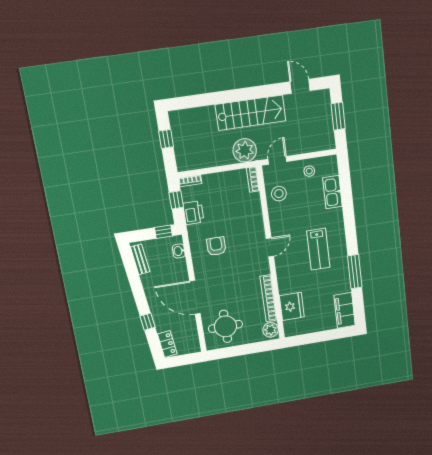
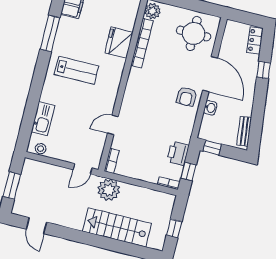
stairs: (251, 113) -> (117, 227), moved
stool: (309, 171) -> (41, 149), moved
stool: (279, 194) -> (93, 138), removed
armchair: (216, 246) -> (186, 96), moved
door: (270, 247) -> (113, 125), moved
lab bench: (318, 249) -> (77, 70), turned 90
washbasin: (179, 251) -> (210, 108), moved
fridge: (292, 306) -> (119, 43), moved

